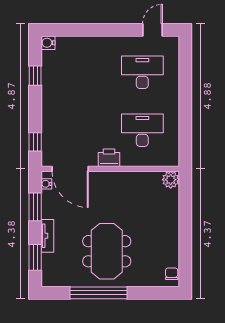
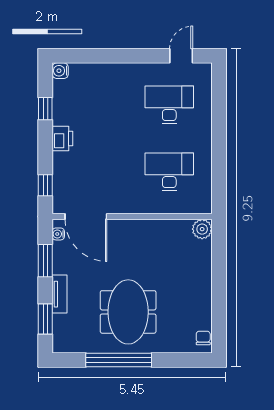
printer: (109, 158) -> (62, 138), moved, turned 90

